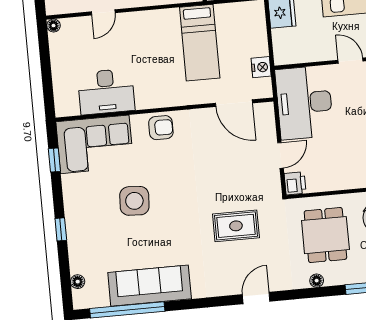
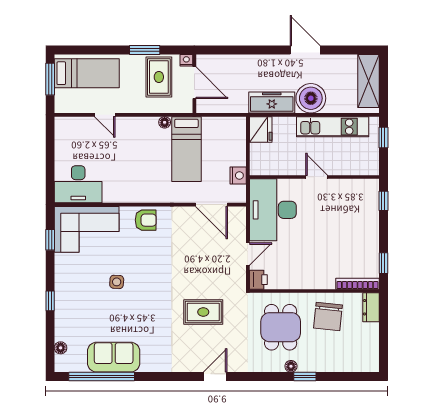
door: (103, 12) -> (105, 115), hinge flipped
floor lamp: (53, 26) -> (165, 122), moved
desk: (106, 92) -> (78, 184), moved
side table: (134, 201) -> (117, 282), width x0.54, depth x0.54
floor lamp: (317, 281) -> (291, 366), moved
sofa: (150, 286) -> (114, 357), width x0.73

